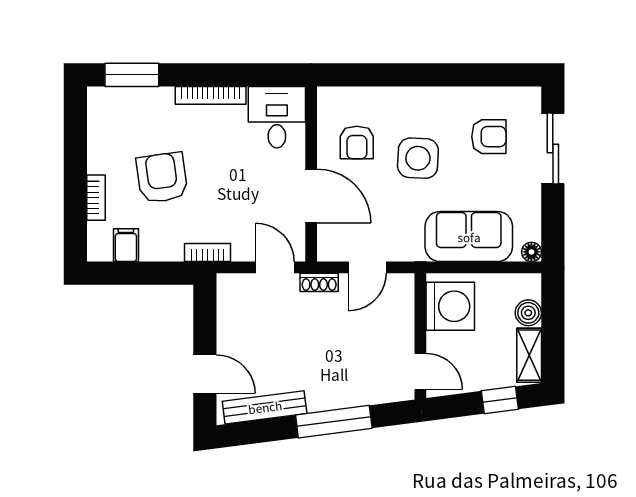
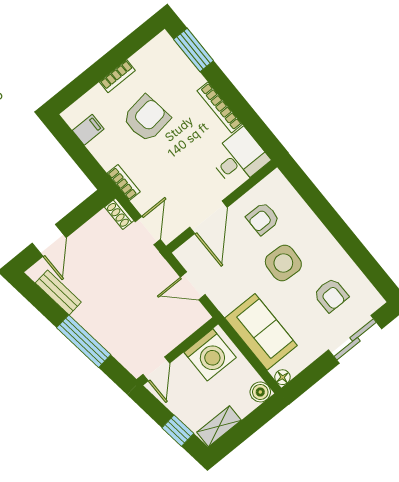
bookcase: (96, 198) -> (117, 76), moved
shoe rack: (319, 282) -> (119, 214), moved
boiler: (528, 313) -> (260, 392), moved
bench: (265, 407) -> (58, 293), width x0.73

